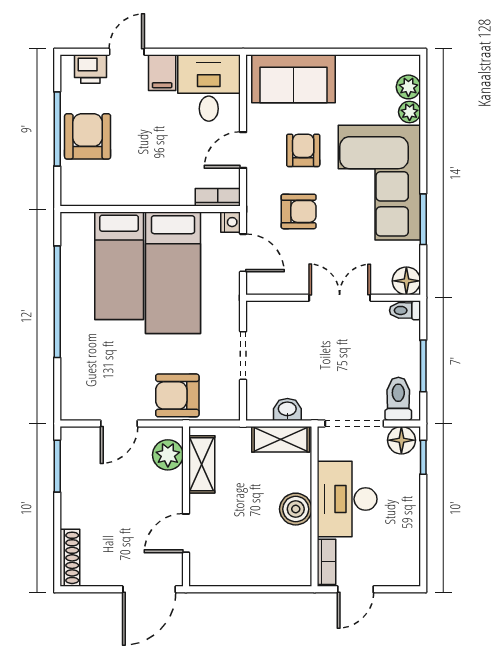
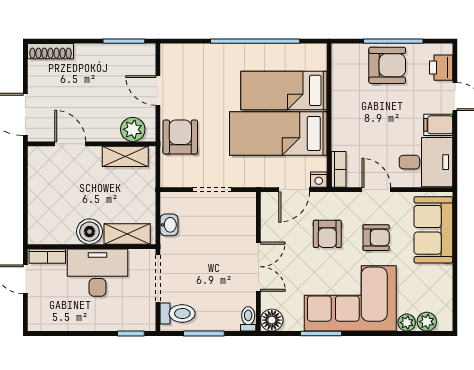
shelving: (281, 439) -> (127, 234), moved, turned 90
floor lamp: (401, 440) -> (145, 316), removed

